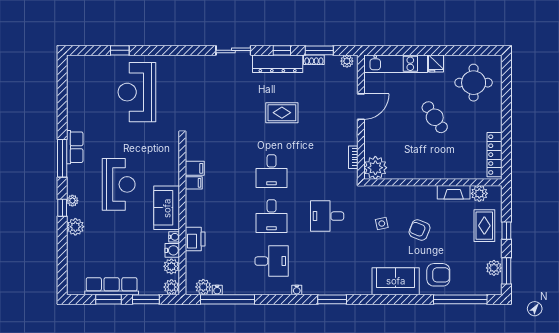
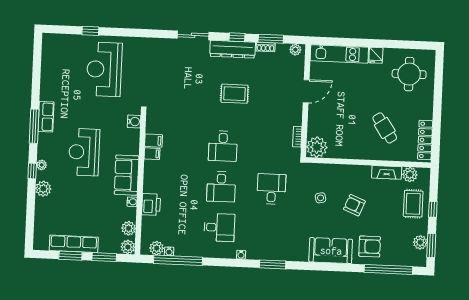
cafe table: (435, 117) -> (385, 128), moved
reception desk: (119, 184) -> (84, 152), turned 180
desk: (327, 216) -> (271, 189), turned 90
water cooler: (172, 250) -> (134, 122), moved

